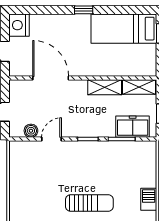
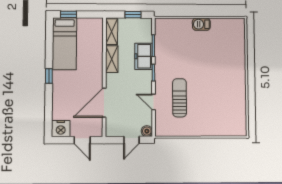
freezer: (133, 127) -> (143, 56), moved
boiler: (31, 131) -> (147, 131), moved
sun lounger: (89, 203) -> (180, 98), moved

